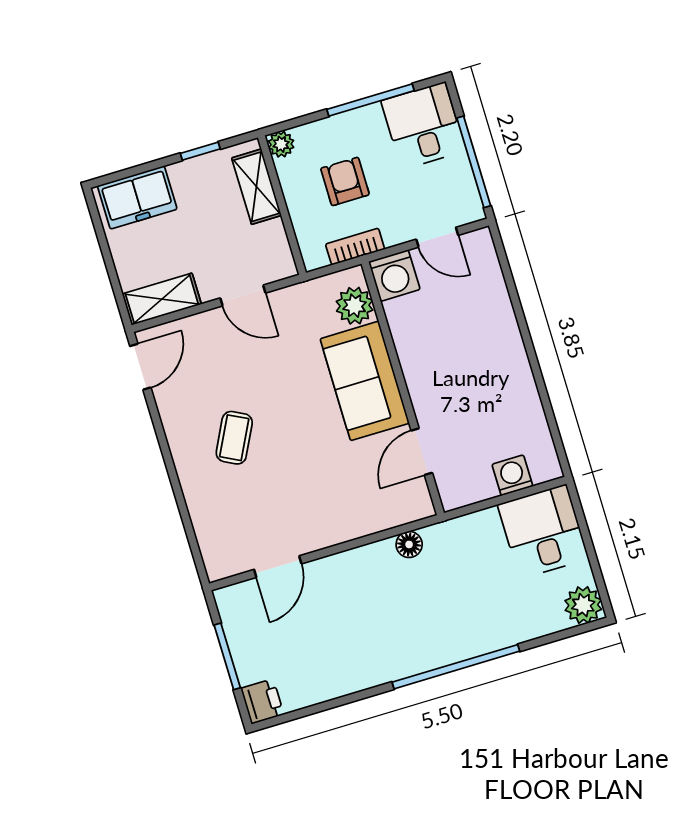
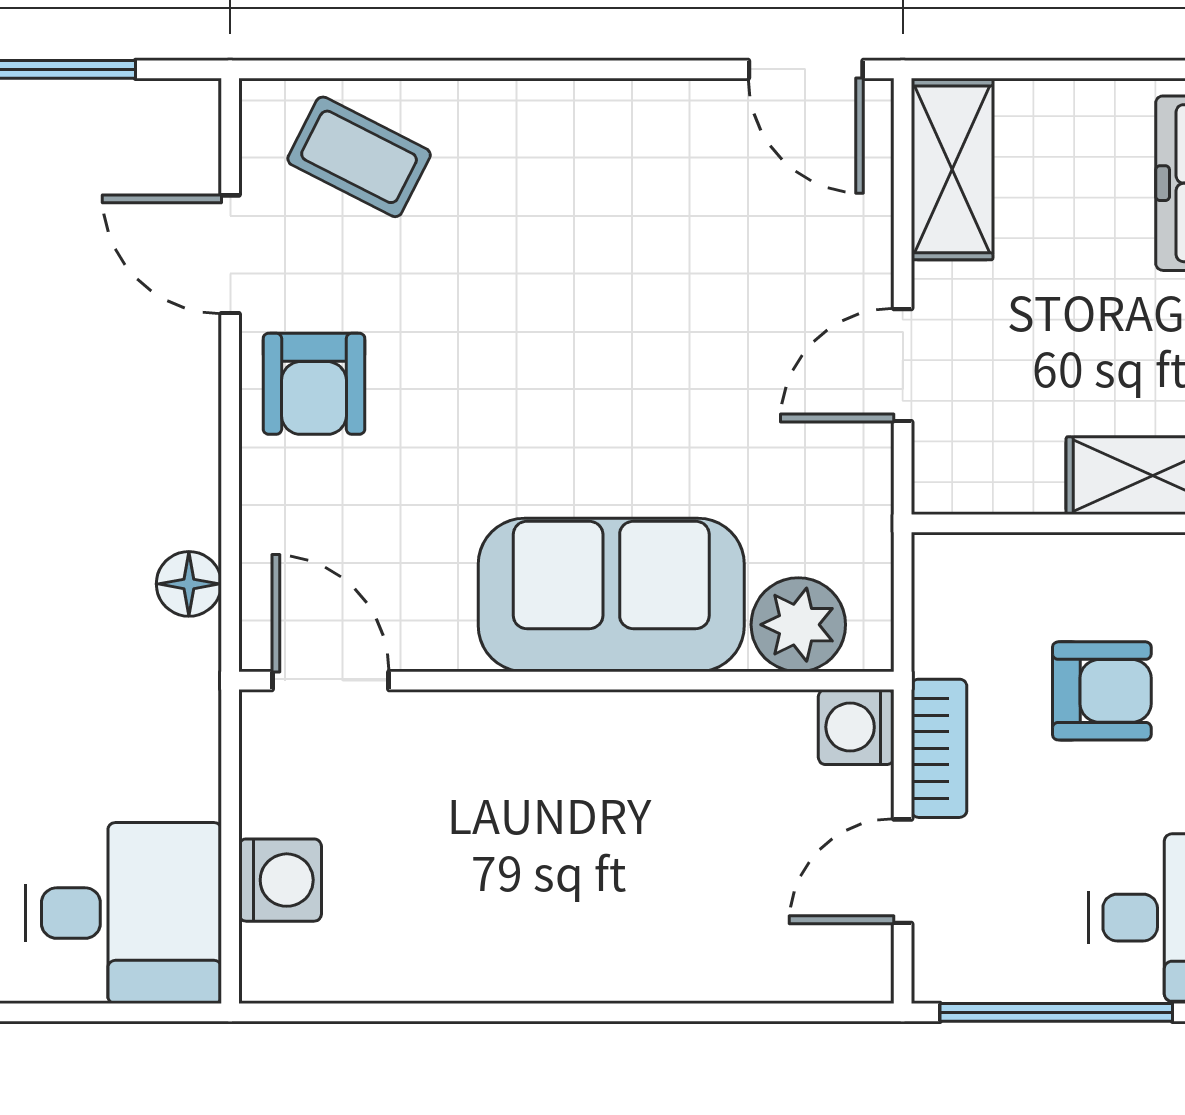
bookcase: (355, 247) -> (939, 748), moved
washing machine: (394, 276) -> (856, 727), width x0.73, depth x0.73
coffee table: (234, 438) -> (359, 157), moved
door: (422, 452) -> (331, 681), moved
armchair: (318, 519) -> (314, 384), added

